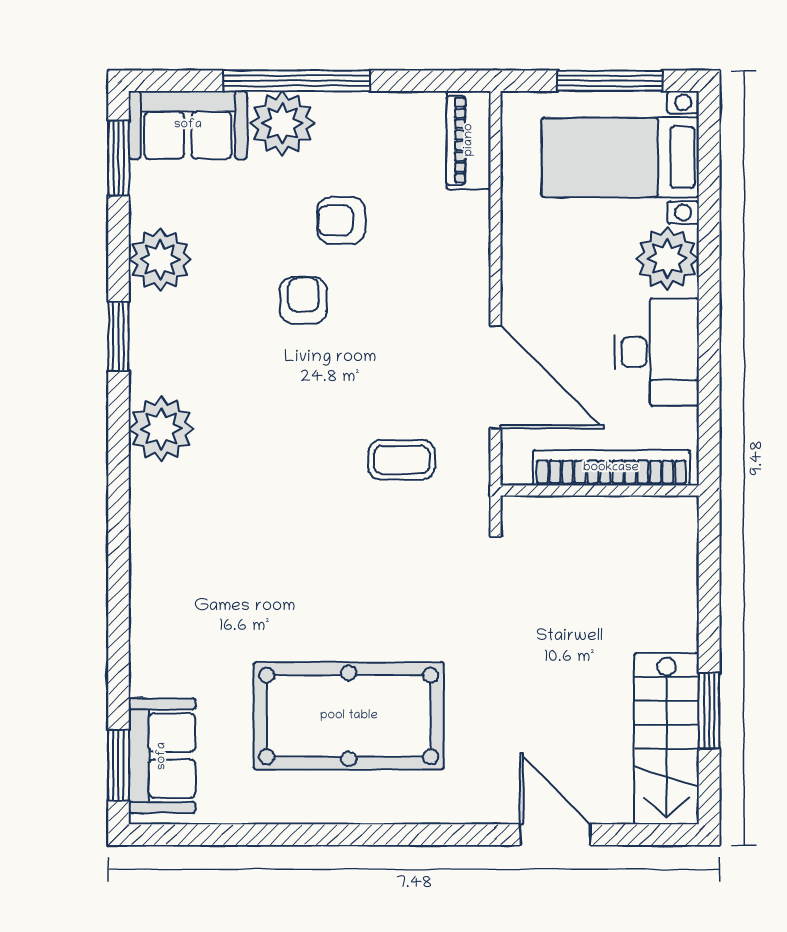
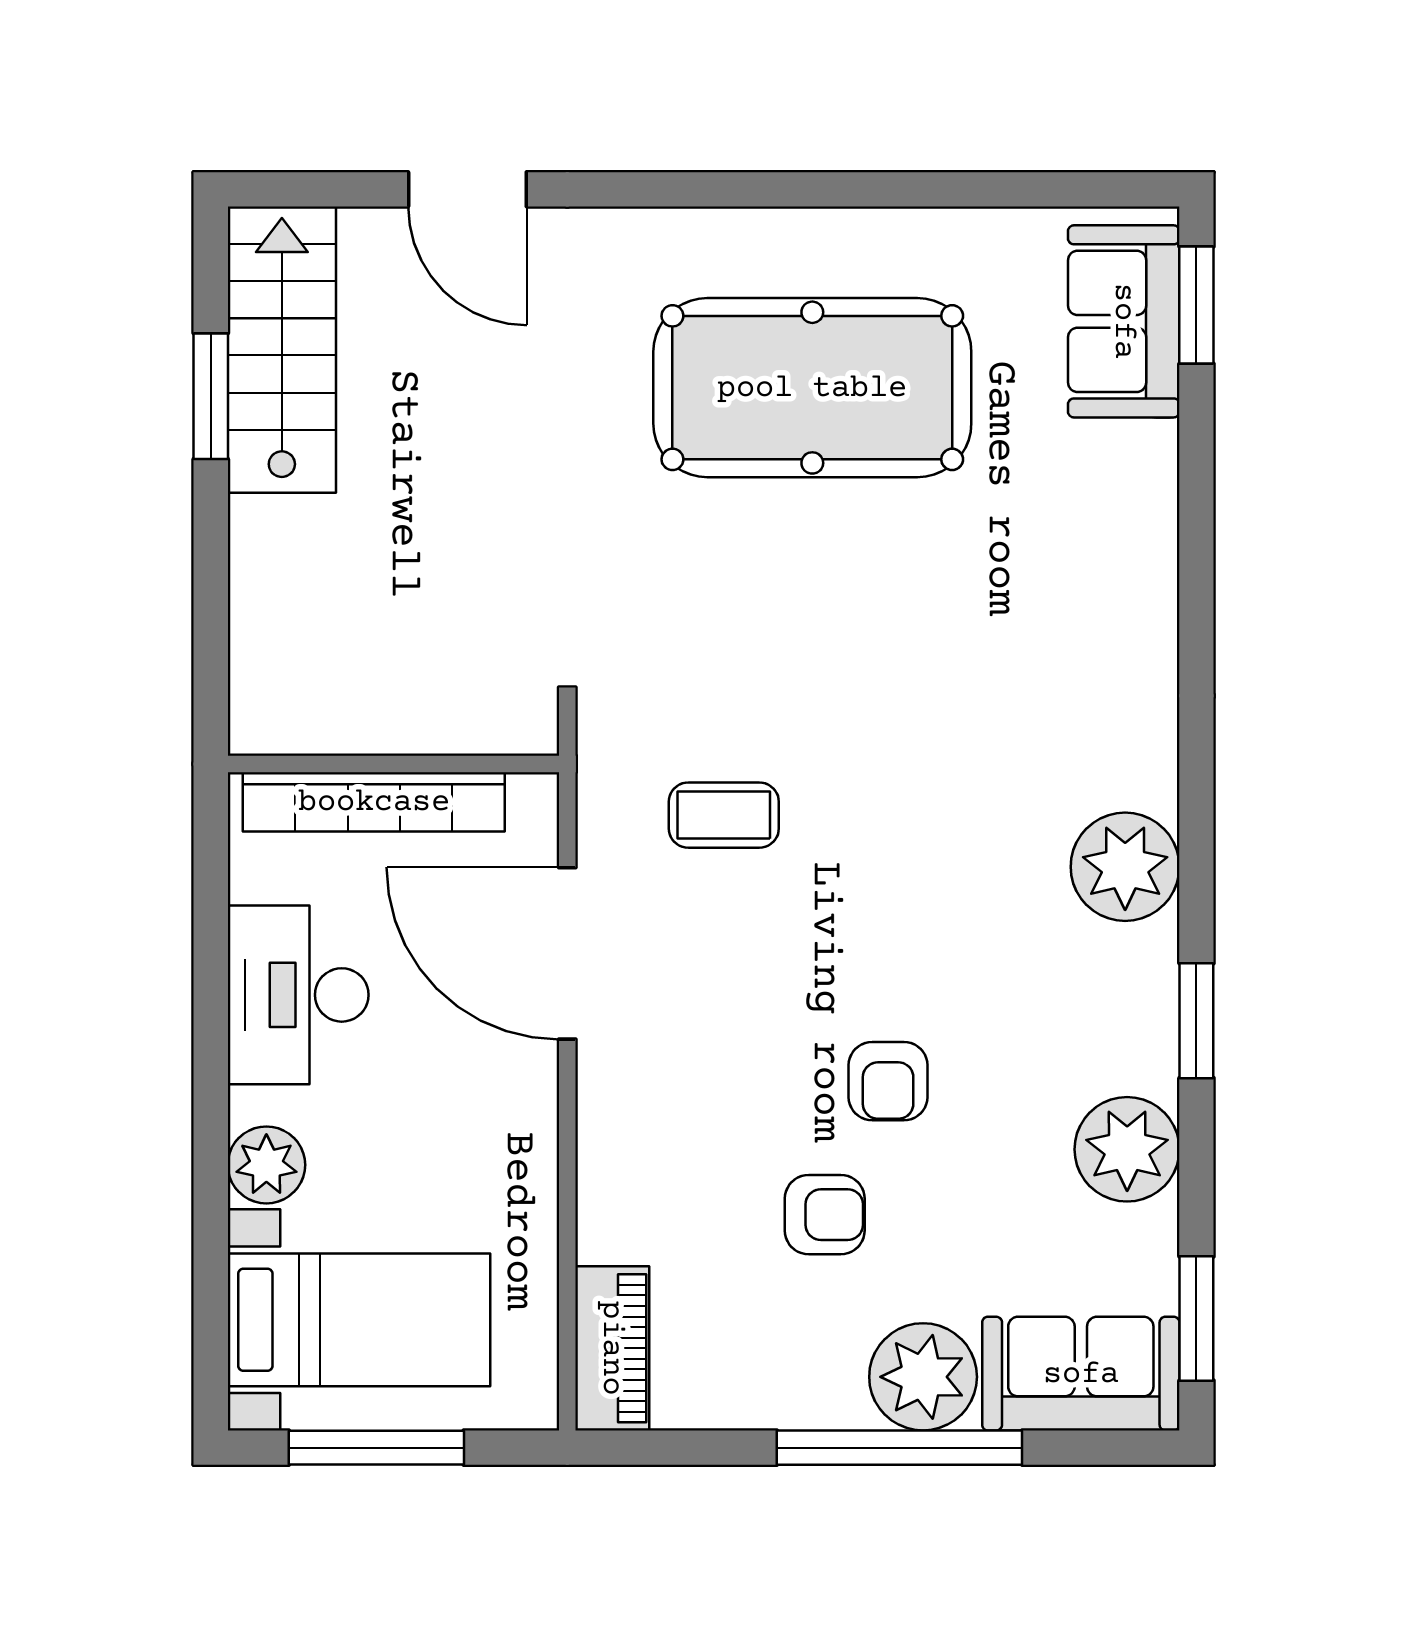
plant: (667, 259) -> (266, 1165), width x0.73, depth x0.73

